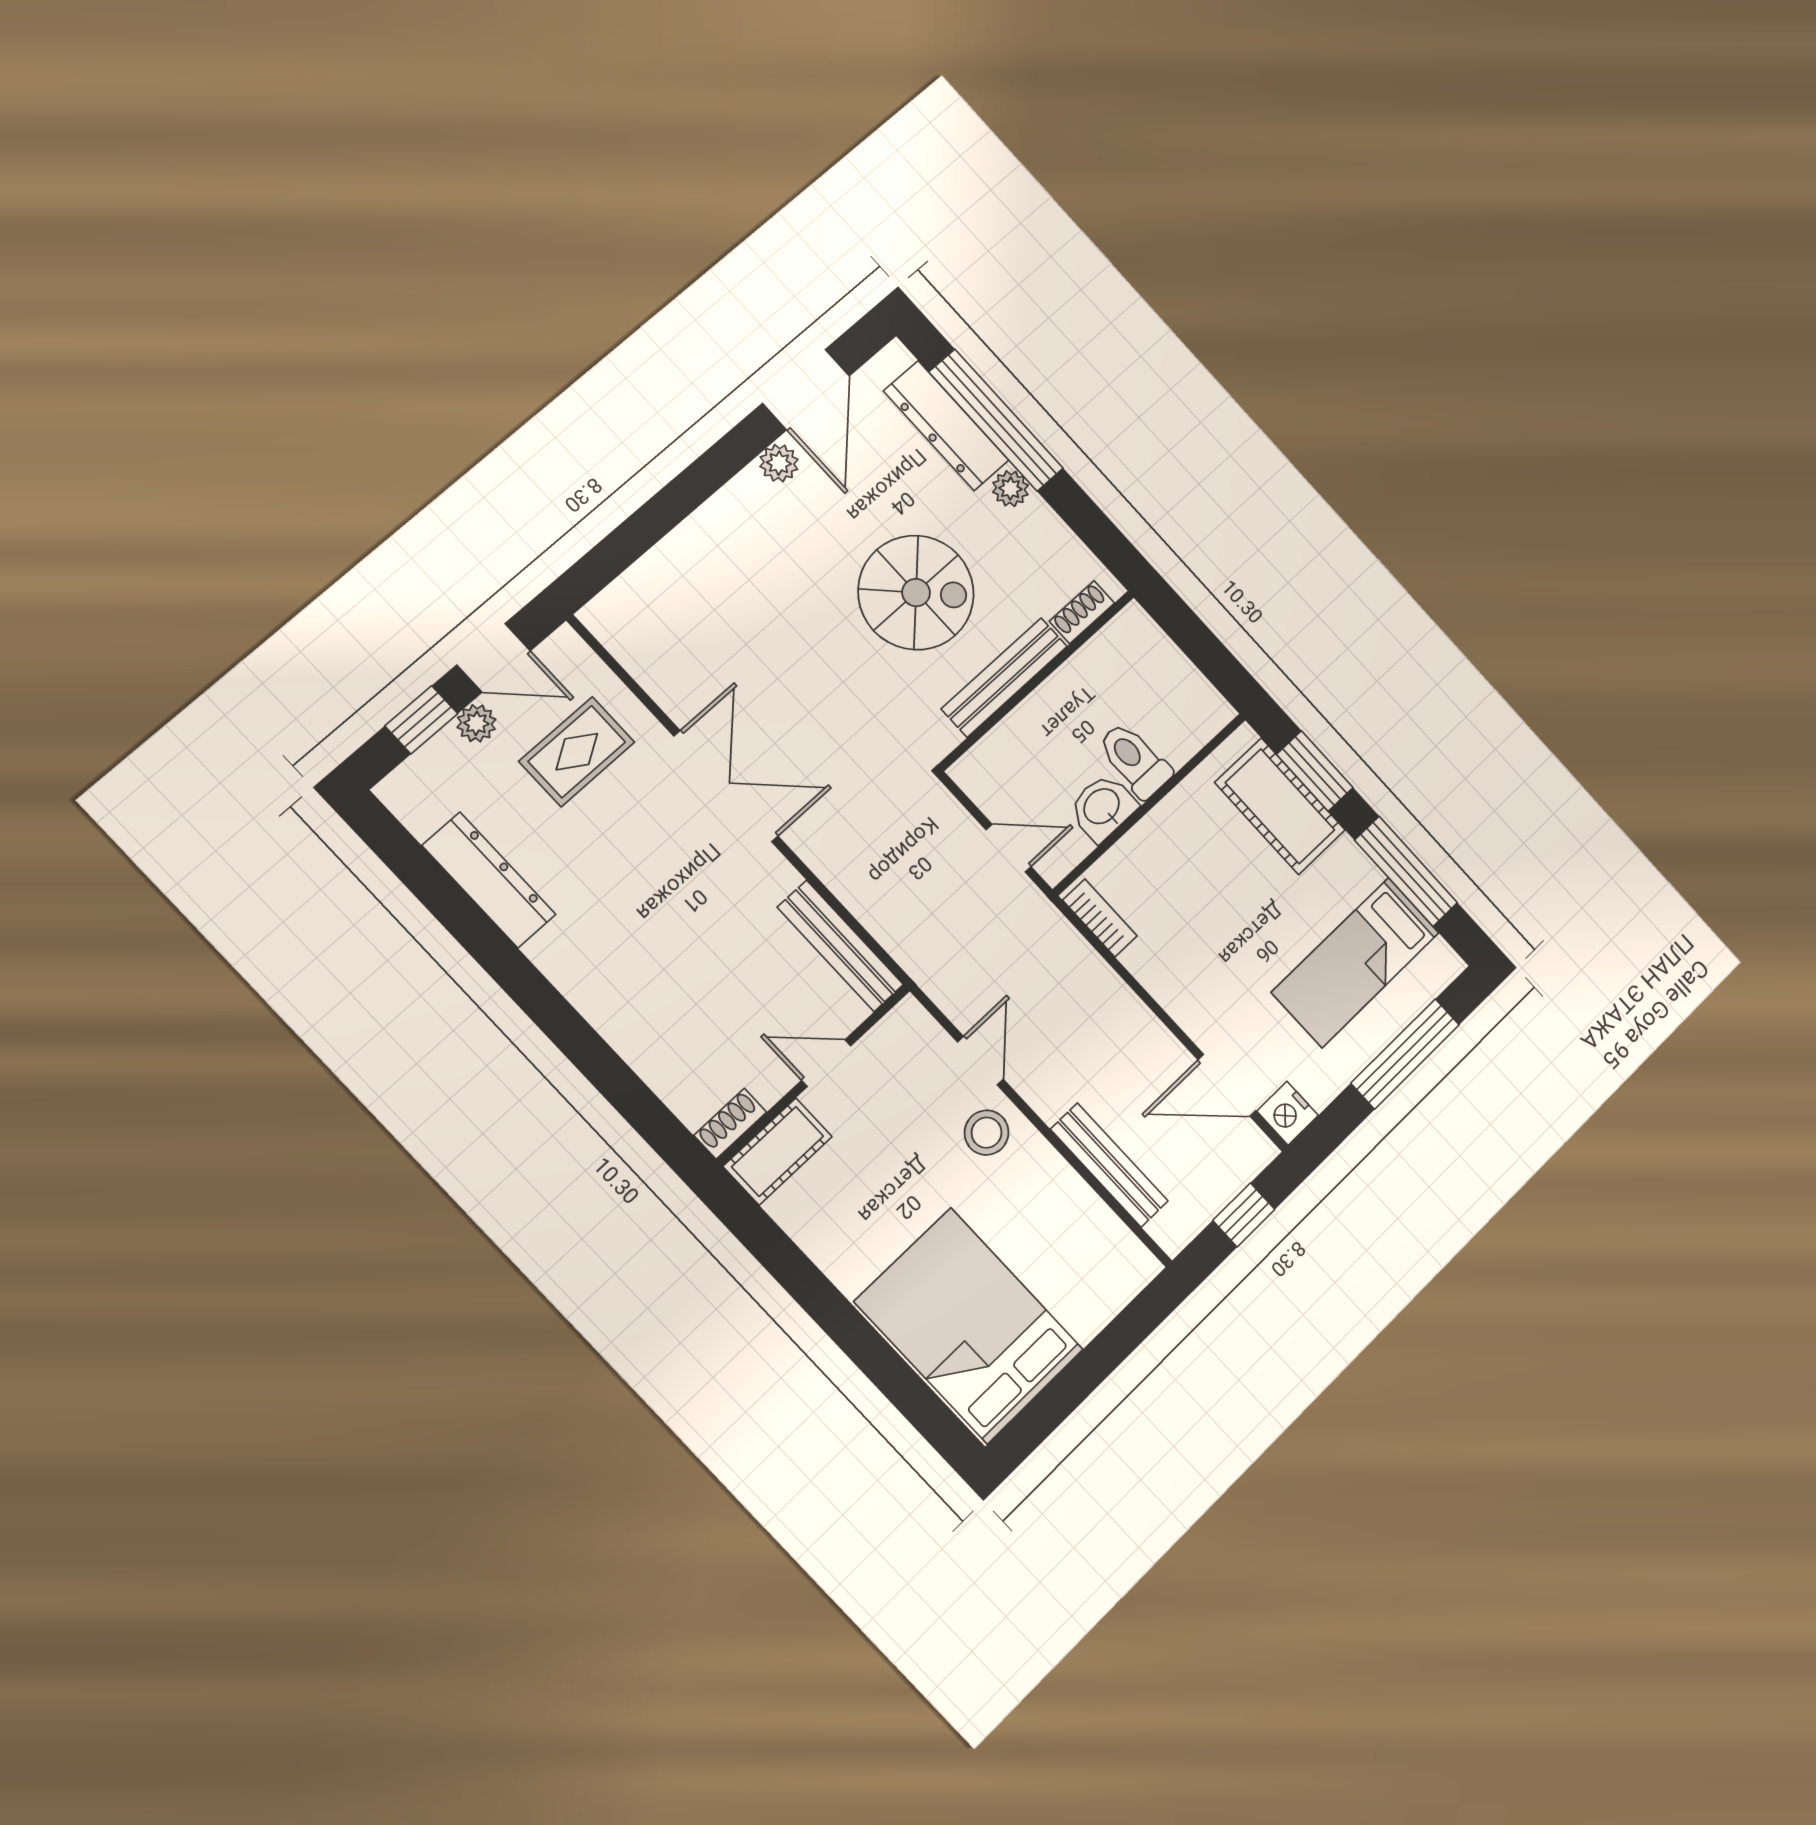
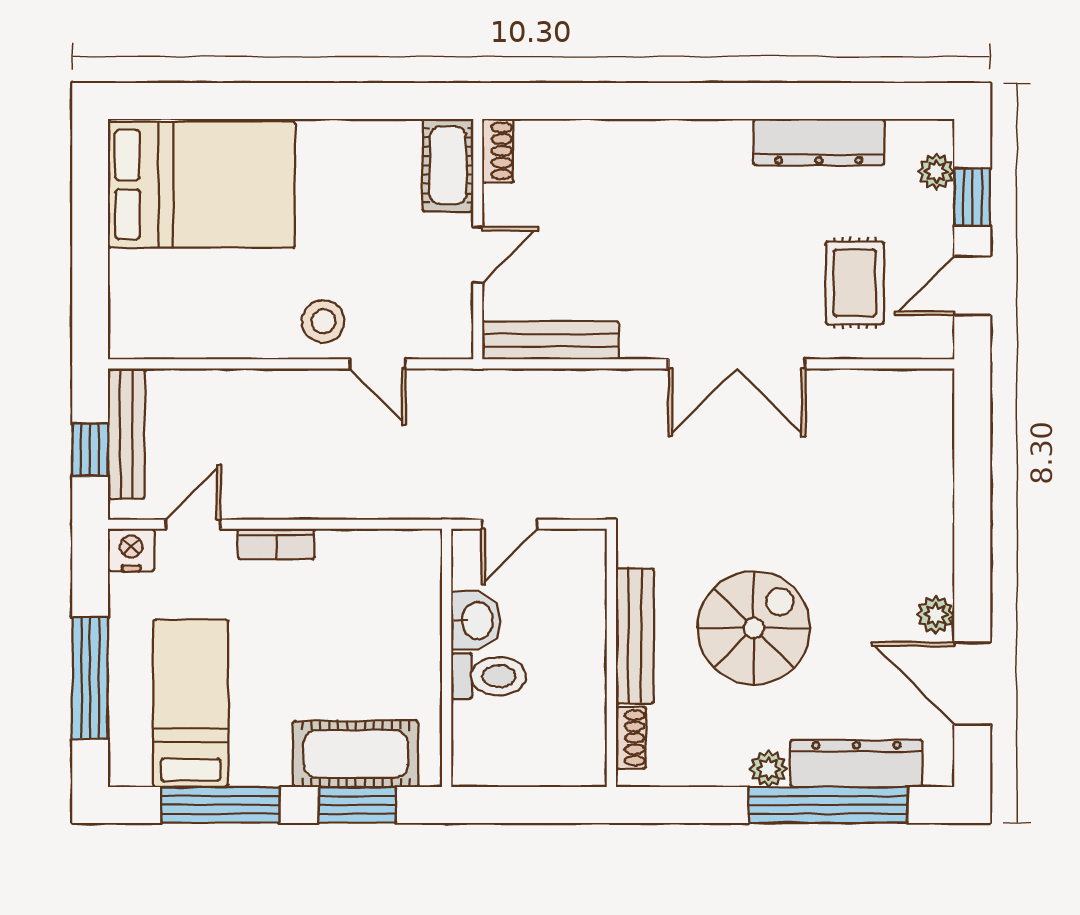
spiral stairs: (916, 593) -> (754, 628), turned 180
plant: (476, 723) -> (936, 171), moved
bookcase: (1100, 918) -> (276, 544), moved
door: (1227, 1085) -> (193, 524), width x0.73
bench: (1109, 1165) -> (126, 434), moved, turned 90

